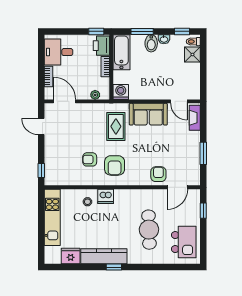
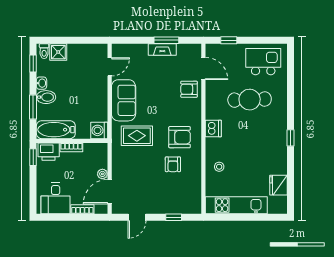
plant: (95, 95) -> (102, 174), moved
fireplace: (195, 118) -> (162, 49), moved
window: (41, 170) -> (174, 217), moved
dishwasher: (106, 196) -> (213, 128), moved
kitchen counter: (104, 256) -> (279, 149), removed

